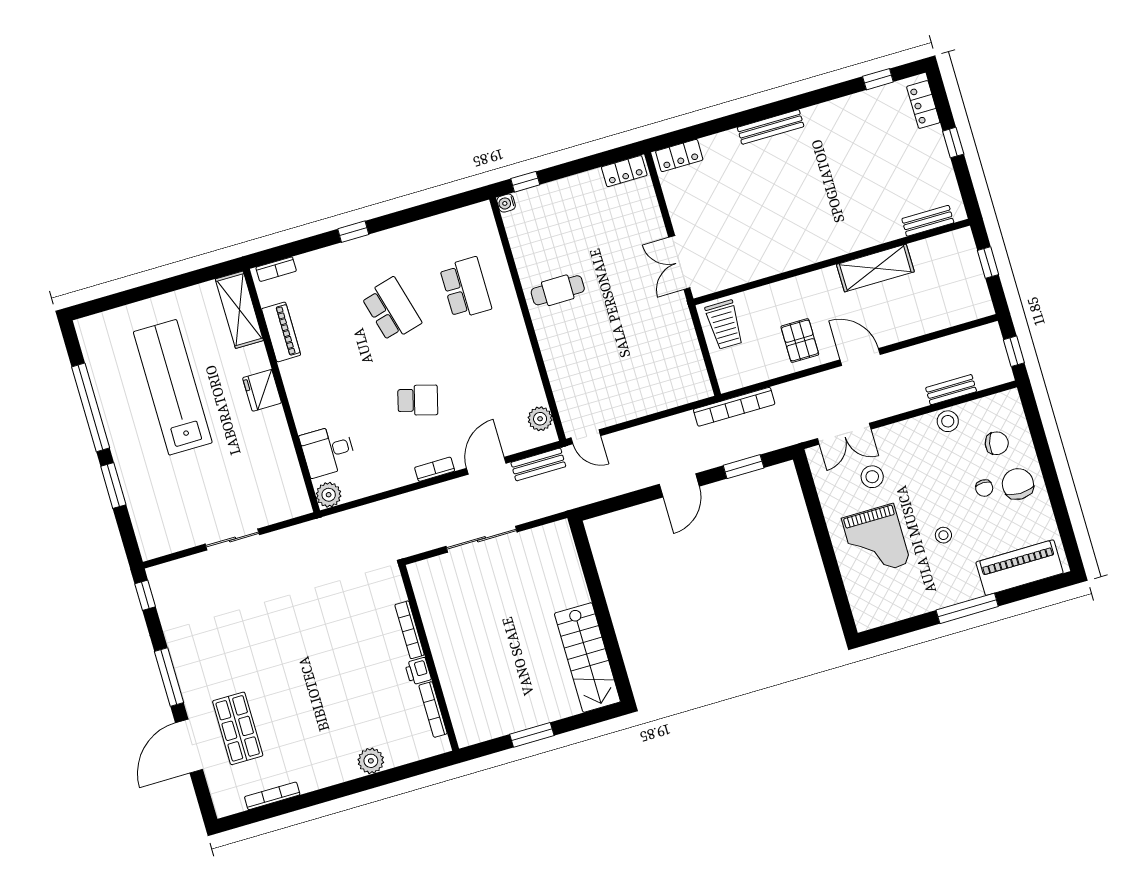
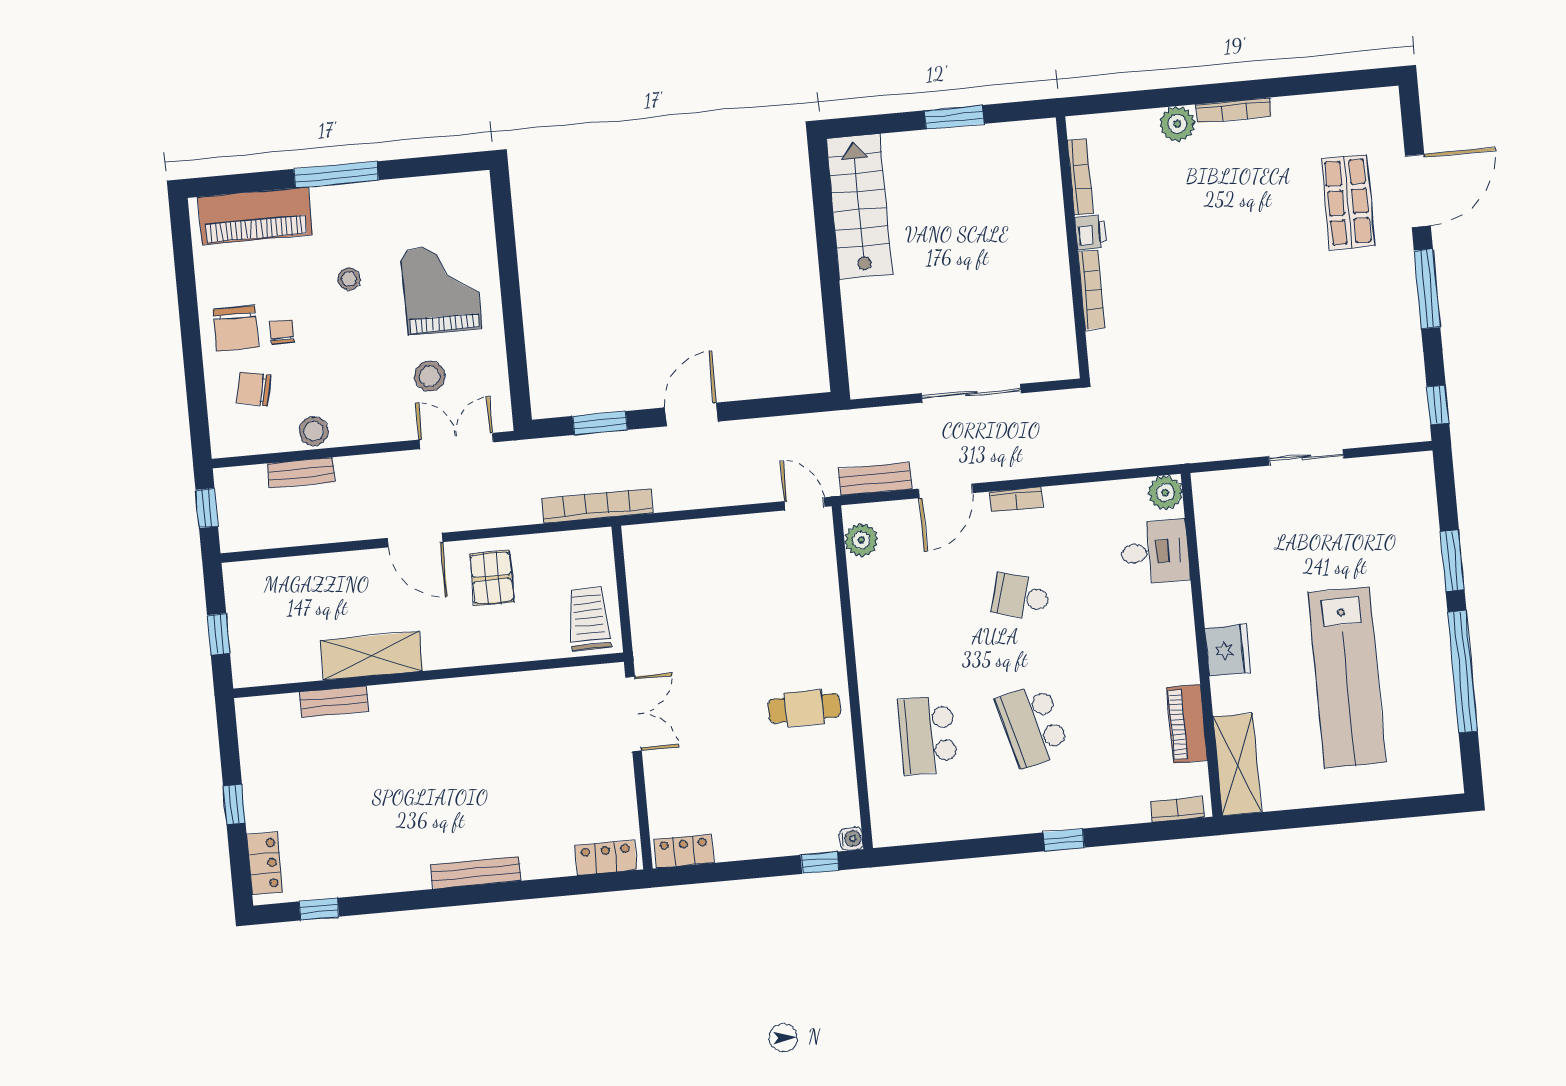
bench: (928, 221) -> (334, 702), moved
bookcase: (272, 796) -> (1234, 110), moved

